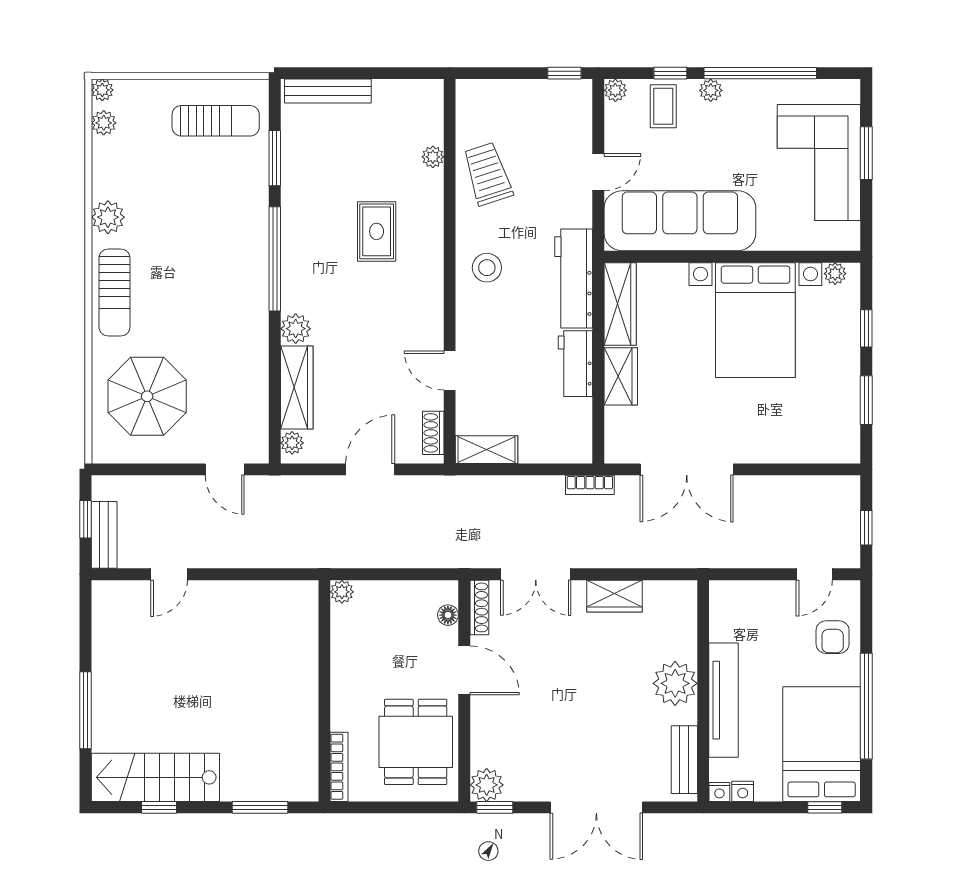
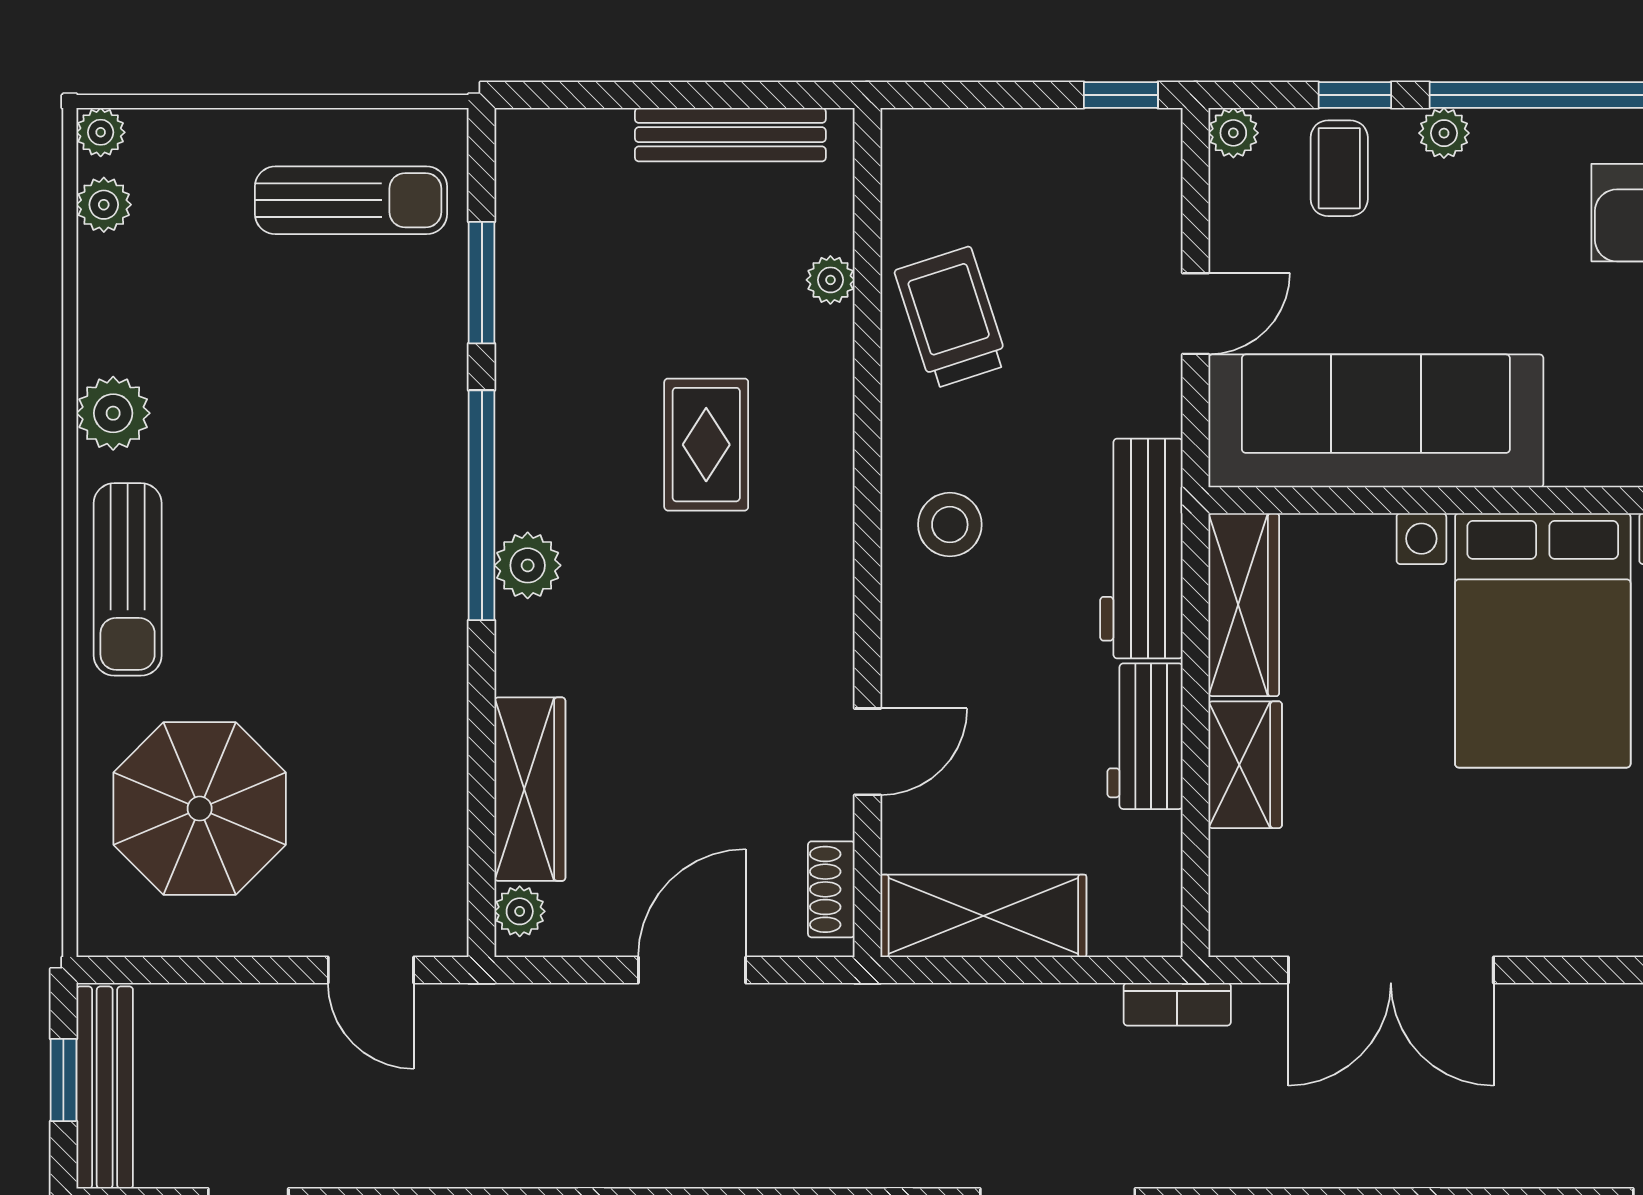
bench: (328, 91) -> (730, 135), moved
plant: (296, 329) -> (528, 565), moved
door: (450, 371) -> (867, 752), swing flipped
shelving: (487, 450) -> (983, 916), width x1.50, depth x1.33
bench: (104, 535) -> (105, 1087), width x1.36

